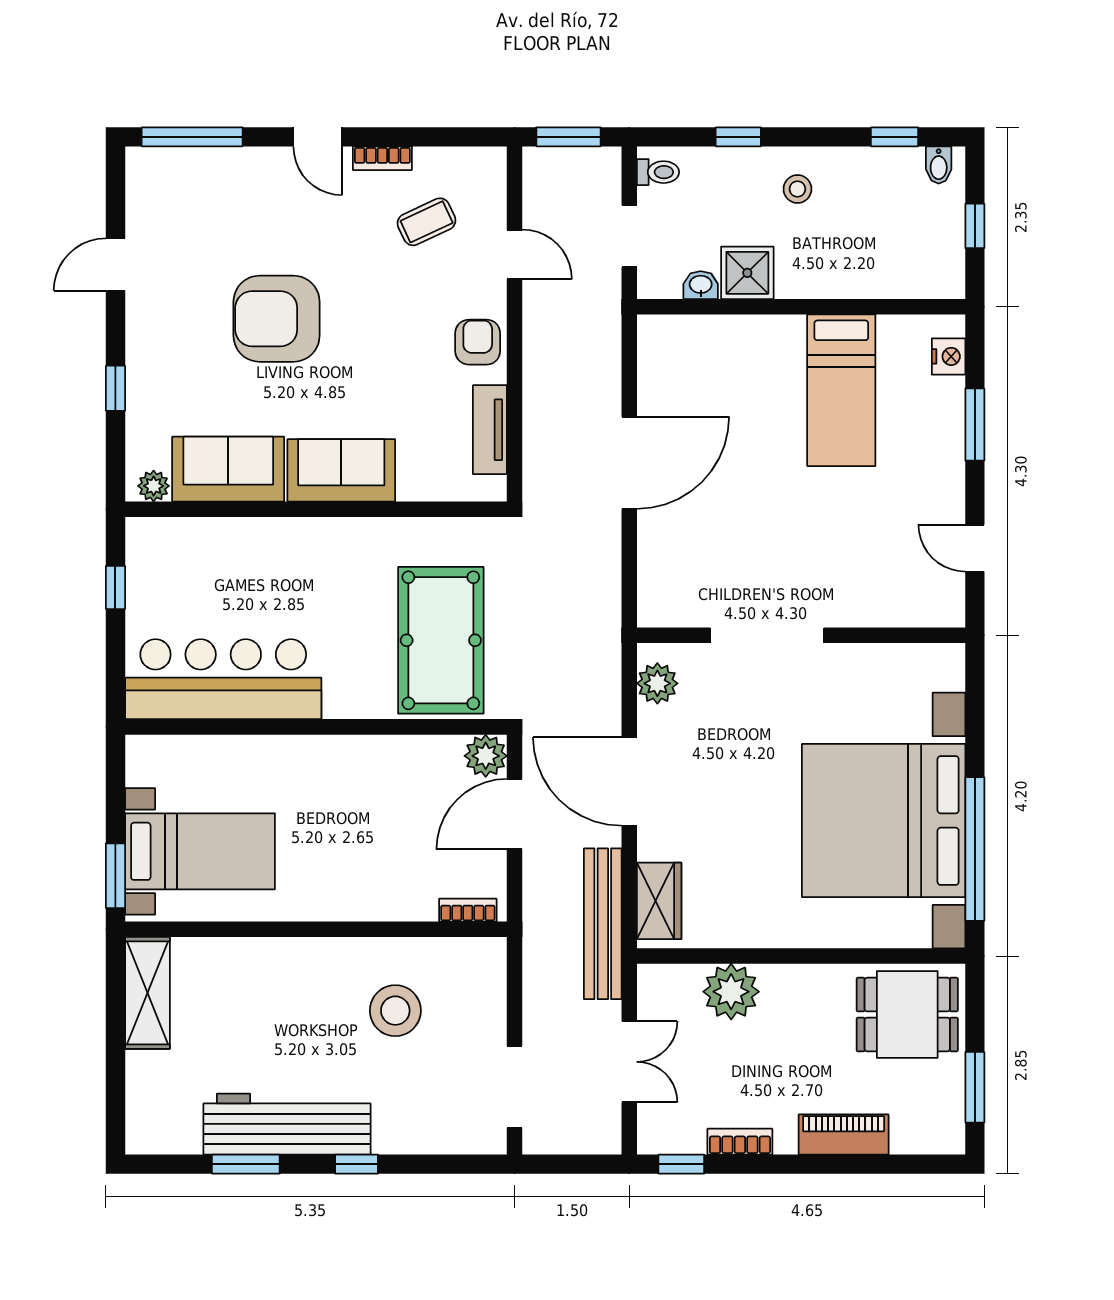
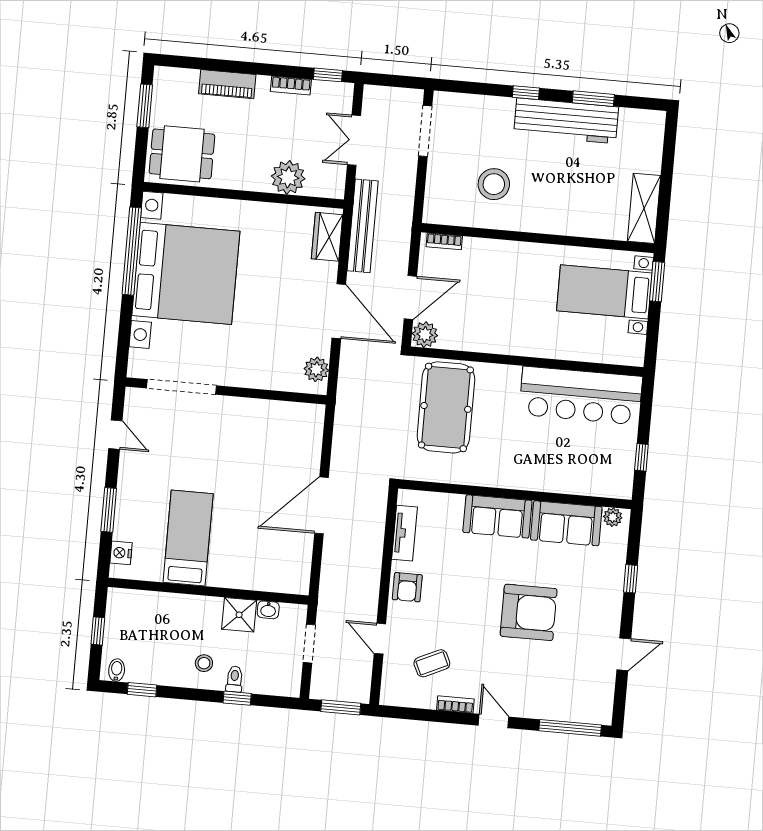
toilet: (658, 172) -> (234, 679), moved, turned 90
doorway: (767, 635) -> (181, 387), moved

